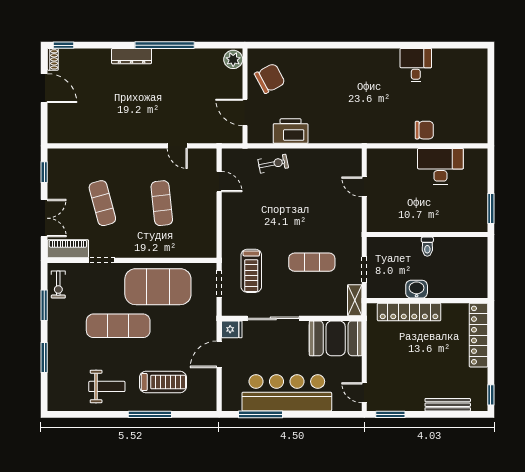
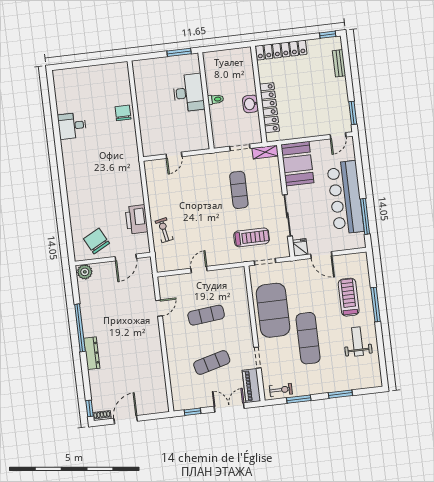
desk: (440, 166) -> (189, 93), moved, turned 180
door: (219, 182) -> (199, 270), moved
bench: (448, 405) -> (339, 63), width x0.73

